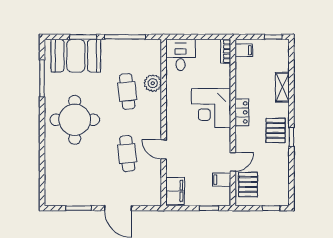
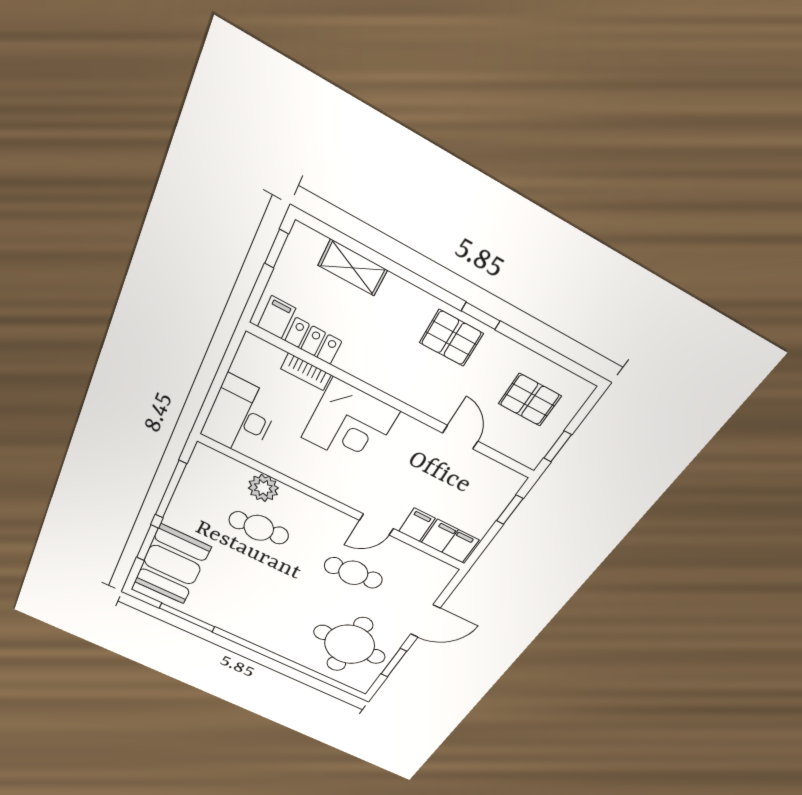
bookcase: (226, 51) -> (306, 372), moved
desk: (181, 55) -> (240, 417), width x1.37
shelving: (282, 87) -> (353, 268), moved
locker: (242, 112) -> (313, 341), moved
round table: (75, 120) -> (350, 644), moved
filing cabinet: (222, 180) -> (417, 525), moved, turned 180
pallet: (248, 185) -> (530, 400), moved
window: (271, 208) -> (558, 446), moved

